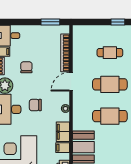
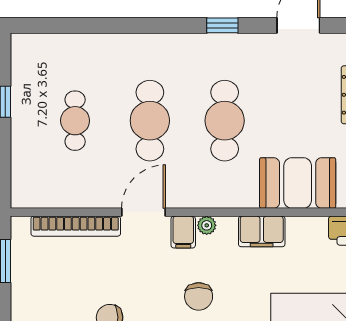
door: (71, 82) -> (144, 212), swing flipped
filing cabinet: (63, 148) -> (183, 232), moved

